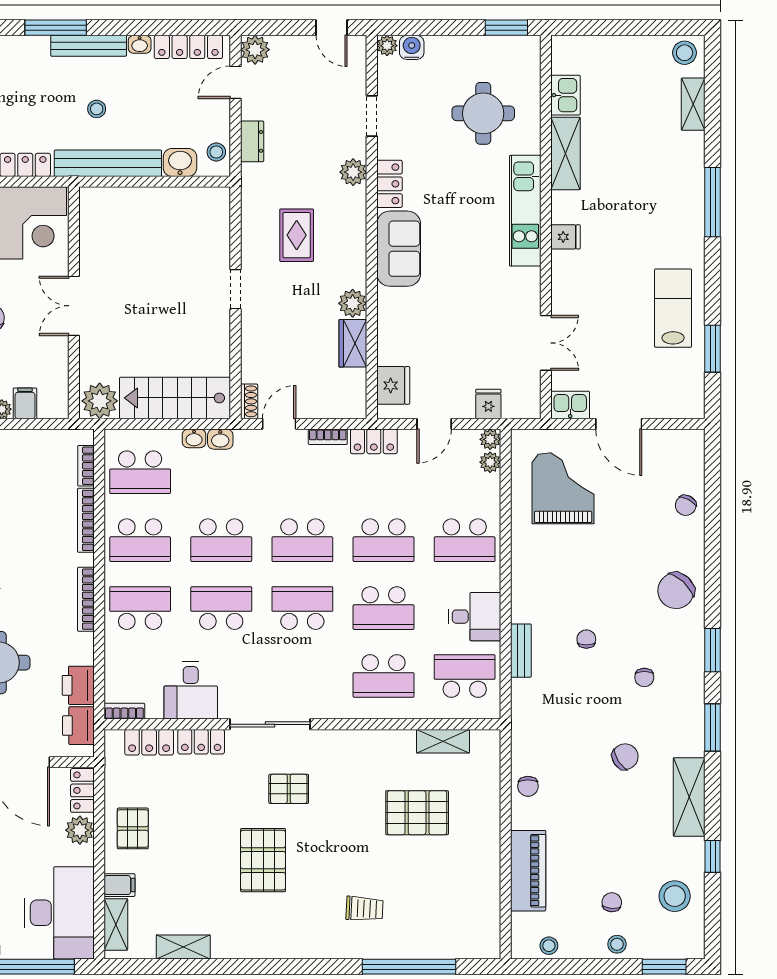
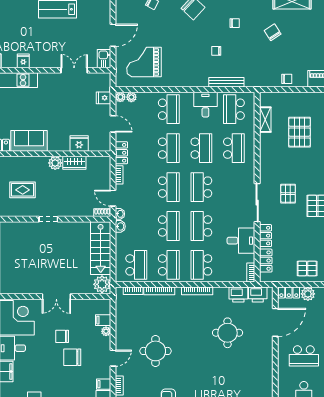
fridge: (393, 385) -> (79, 143), moved
washbasin: (194, 438) -> (120, 214), moved
bench: (521, 651) -> (226, 82), width x1.36

